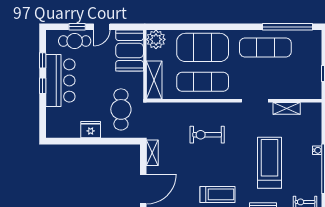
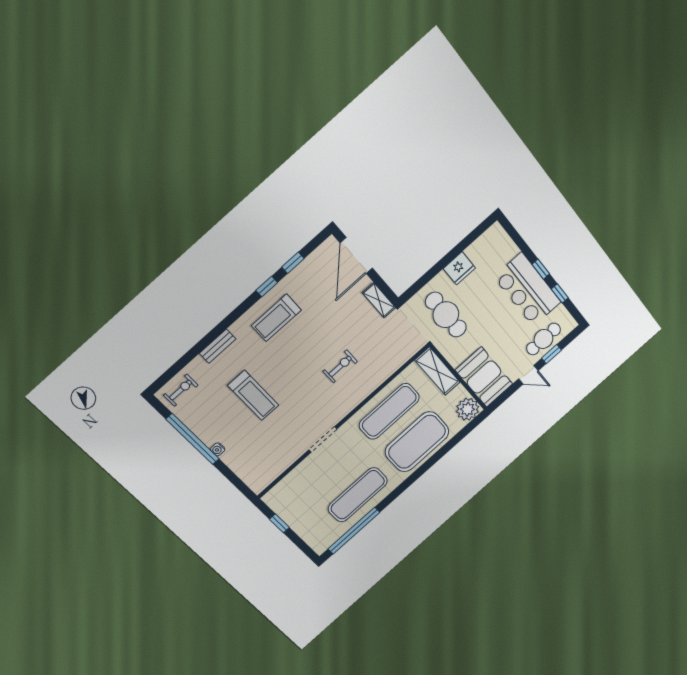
door: (102, 27) -> (528, 375), swing flipped
shelving: (287, 108) -> (285, 460), removed
exercise bike: (207, 135) -> (340, 366), width x0.73, depth x0.72
treadmill: (270, 163) -> (253, 395), width x0.73, depth x0.73

